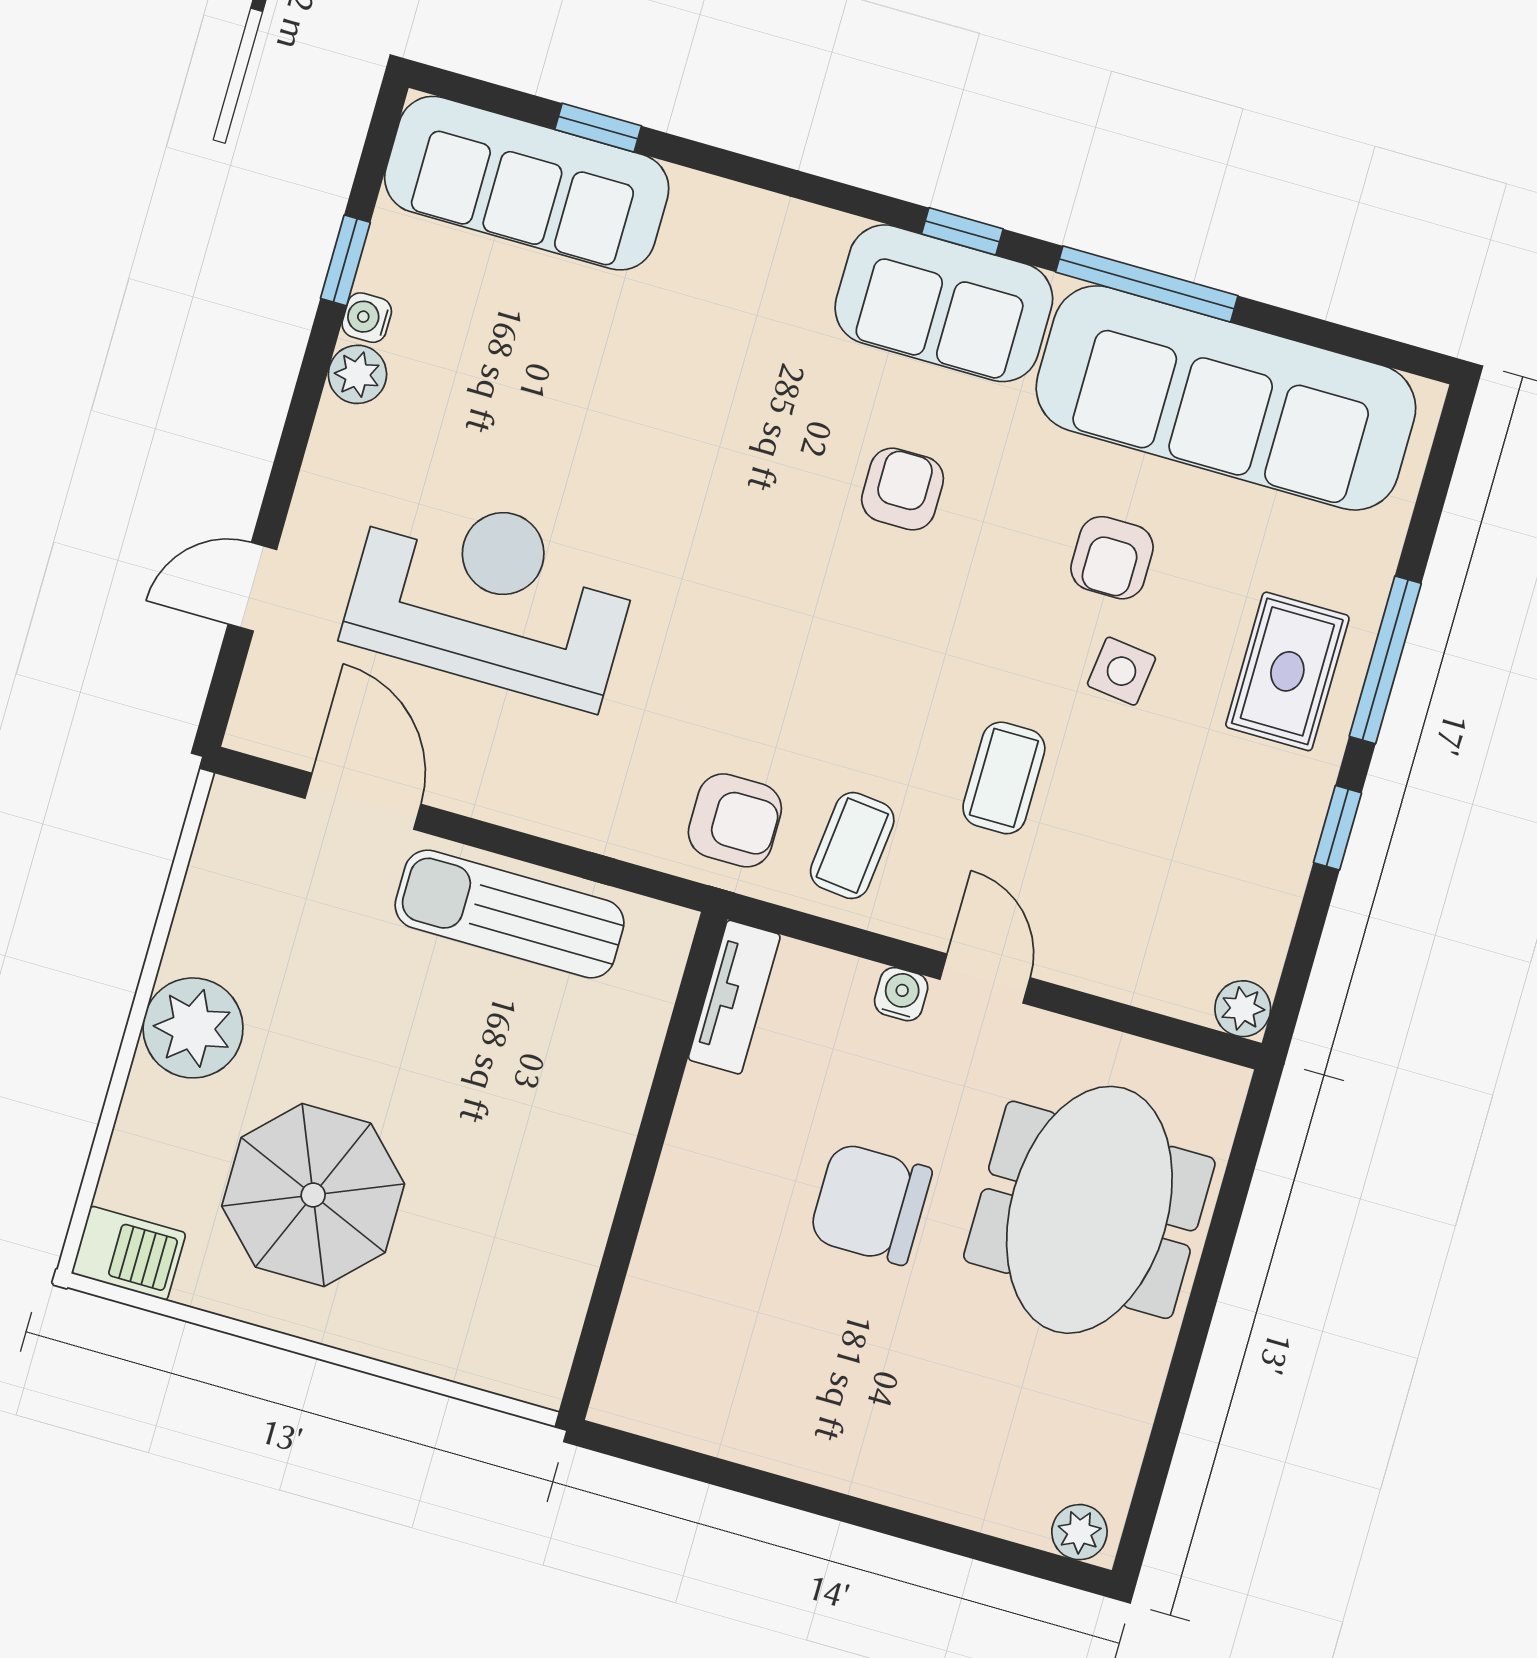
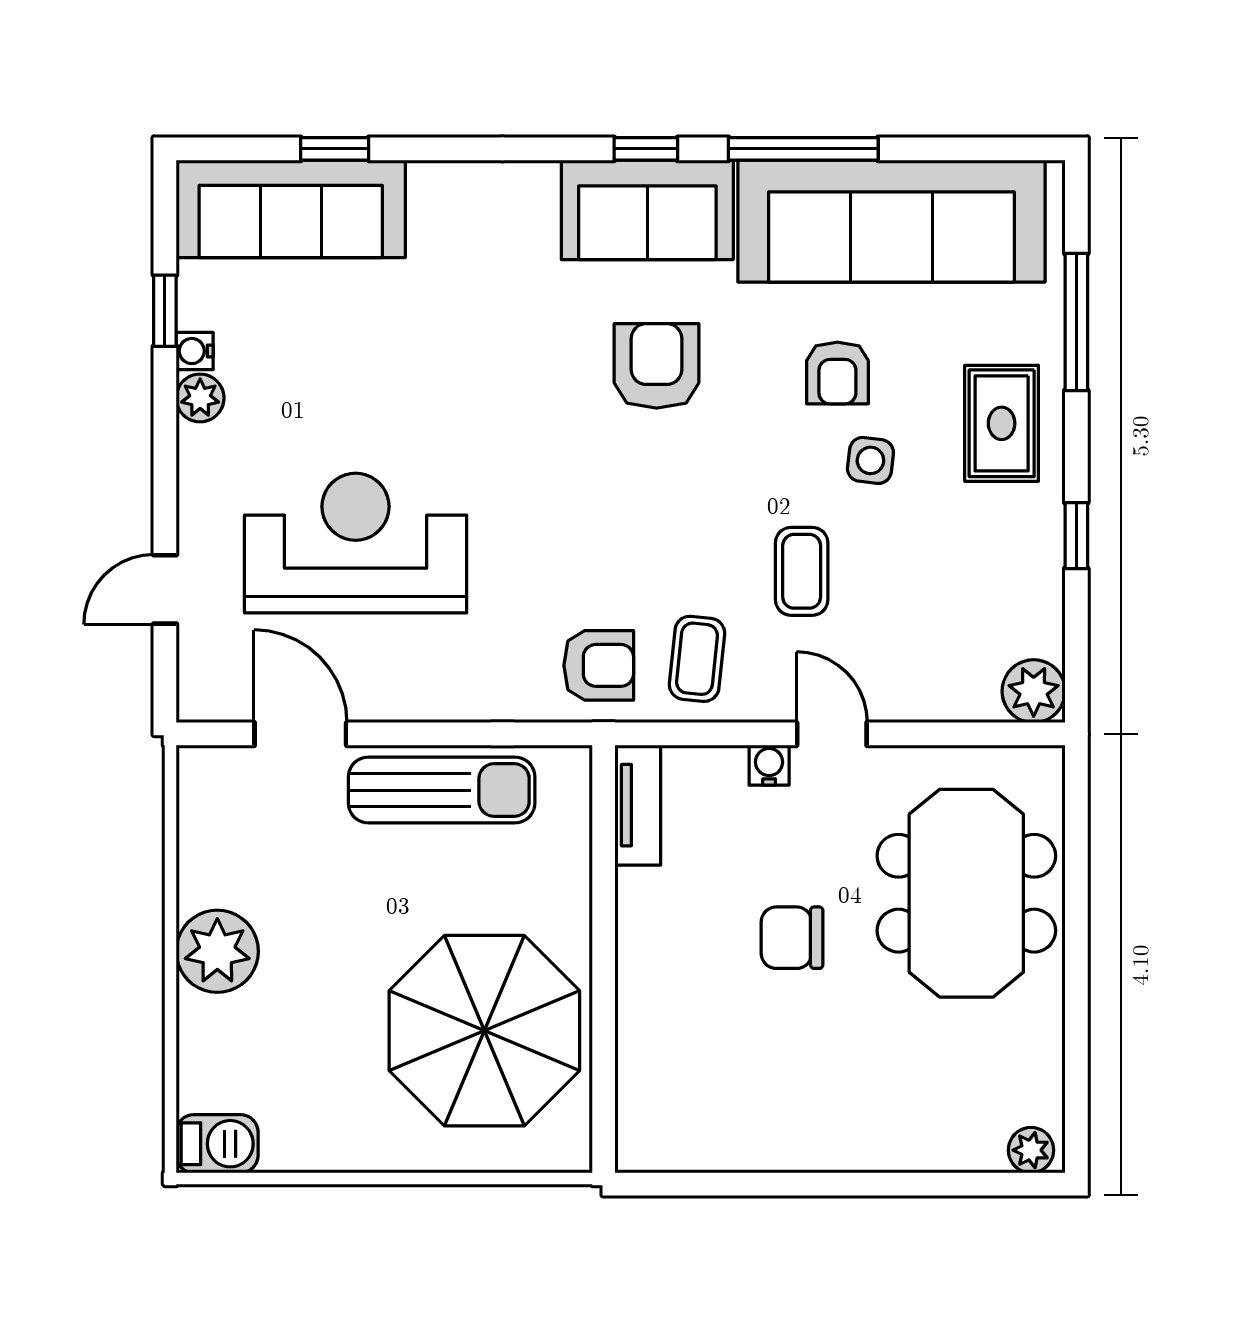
armchair: (903, 489) -> (657, 366), width x1.38, depth x1.38
window: (1385, 660) -> (1076, 322), moved
sun lounger: (509, 914) -> (442, 790), turned 180
plant: (1243, 1009) -> (1034, 691), width x1.38, depth x1.38
parasol: (313, 1195) -> (484, 1031), moved, width x1.36, depth x1.36
chair: (870, 1204) -> (792, 938), width x0.73, depth x0.73

